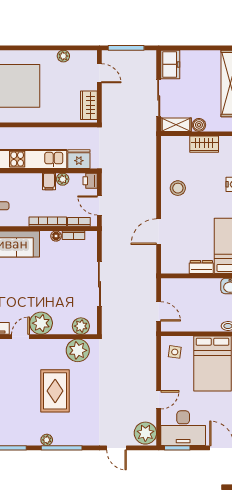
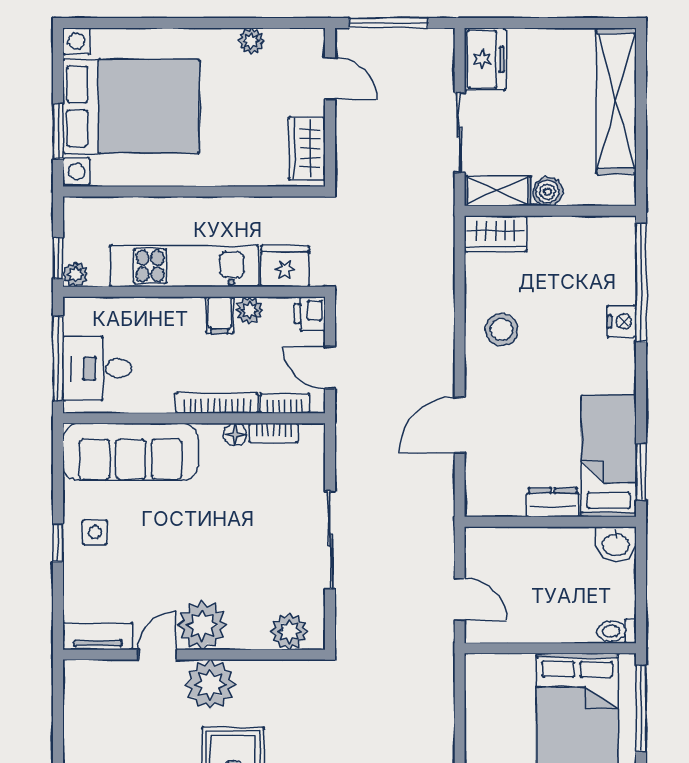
wardrobe: (204, 144) -> (496, 234), moved
plant: (78, 350) -> (210, 684), moved
side table: (175, 352) -> (495, 688), removed

